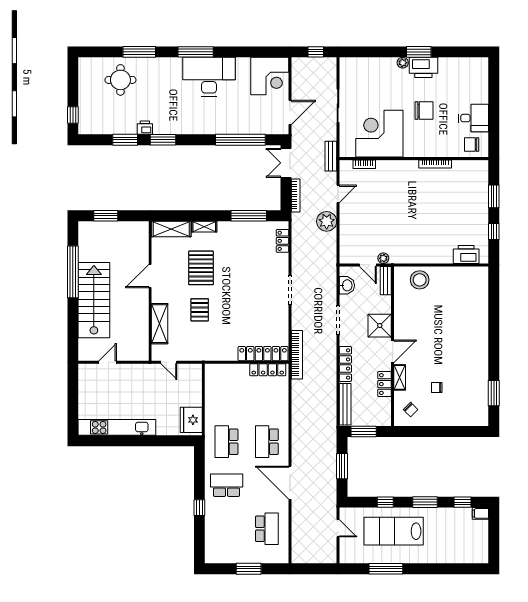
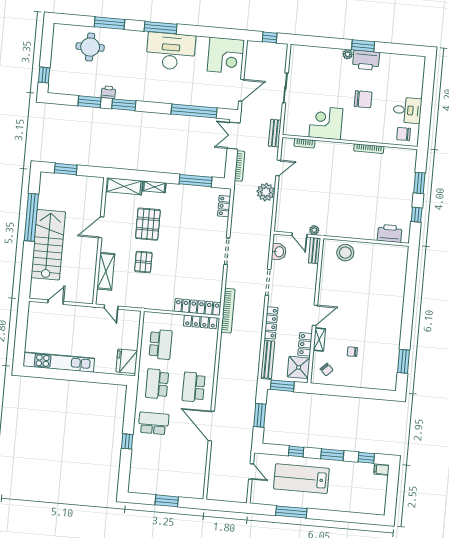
corner desk: (379, 134) -> (326, 123), width x0.74, depth x0.74
shower: (380, 326) -> (299, 367), moved
school desk: (267, 529) -> (161, 344), moved

